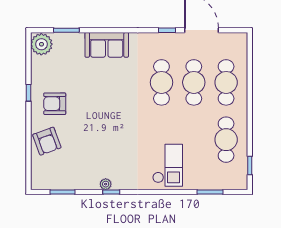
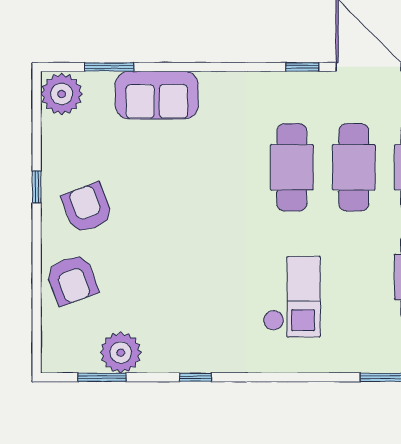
sofa: (107, 45) -> (157, 95), moved
armchair: (55, 104) -> (87, 208), turned 69
checkout: (168, 165) -> (292, 297), moved
plant: (106, 184) -> (121, 353), moved, width x1.87, depth x1.87

